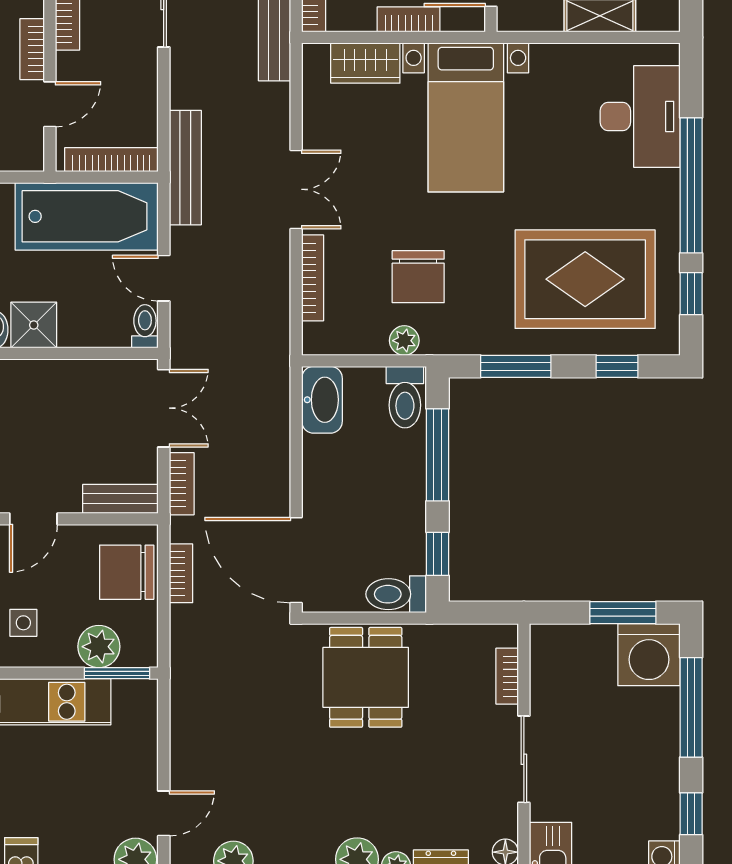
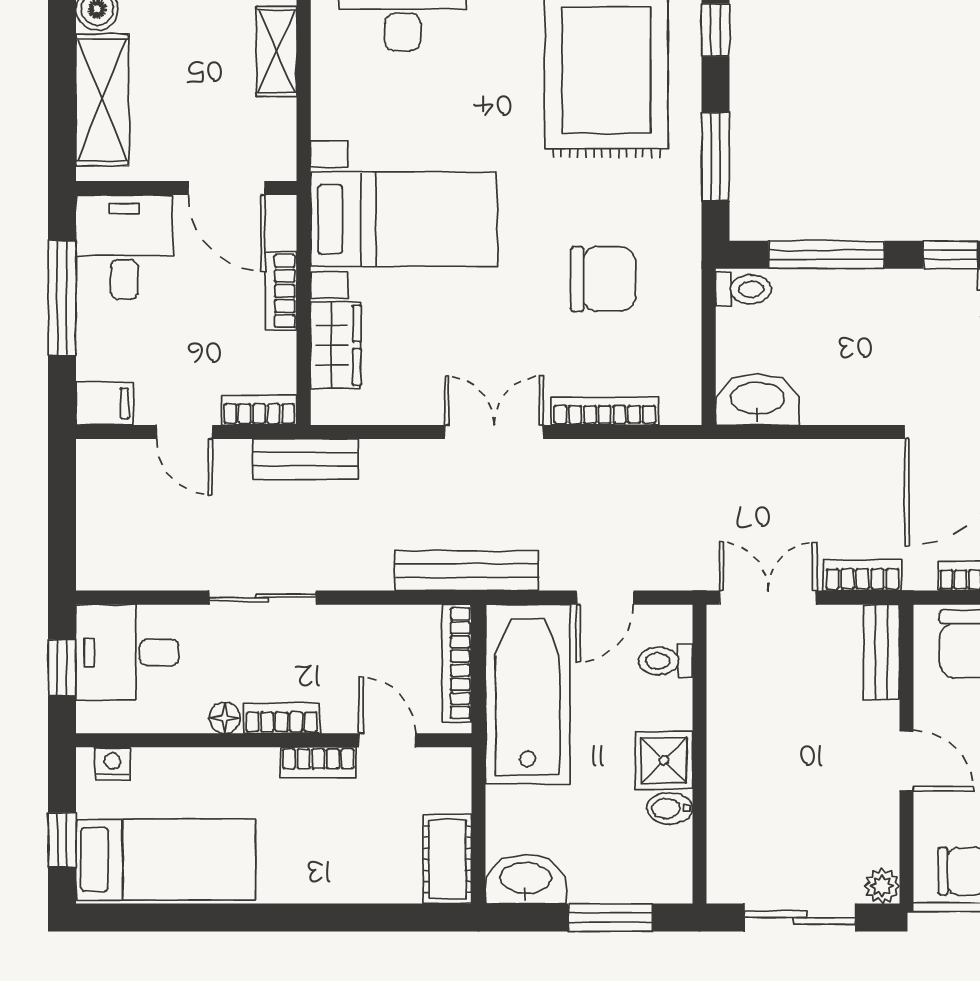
toilet: (145, 326) -> (665, 661), moved
plant: (404, 341) -> (683, 296), removed
toilet: (405, 397) -> (743, 289), width x0.73, depth x0.72

